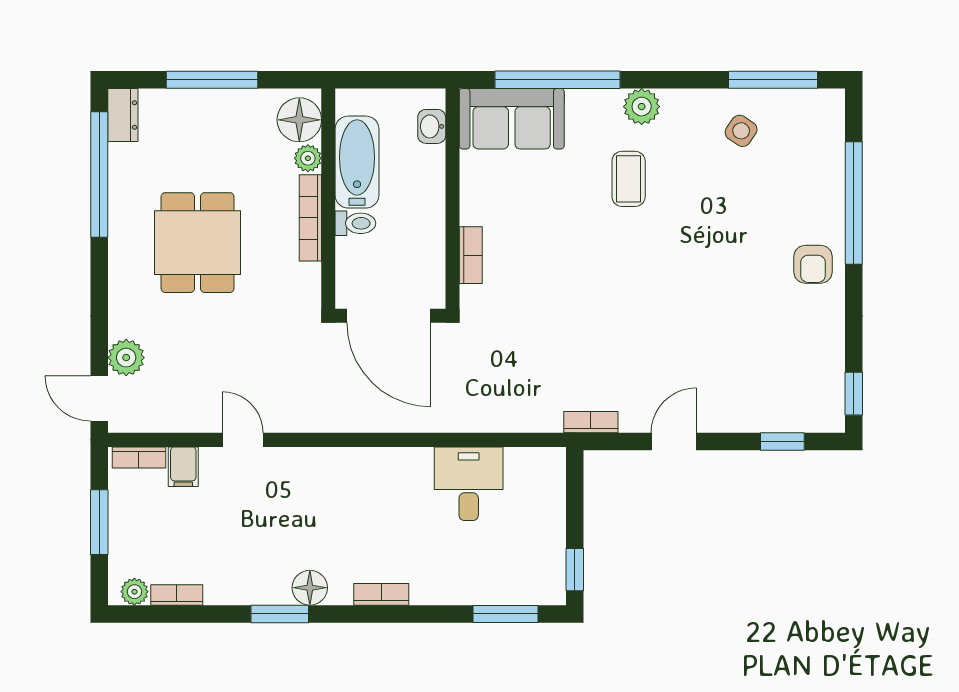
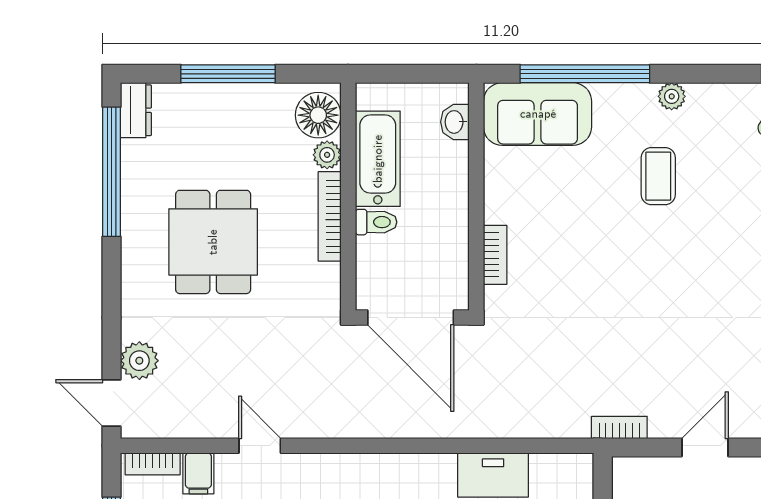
plant: (642, 107) -> (672, 96), width x0.73, depth x0.73

